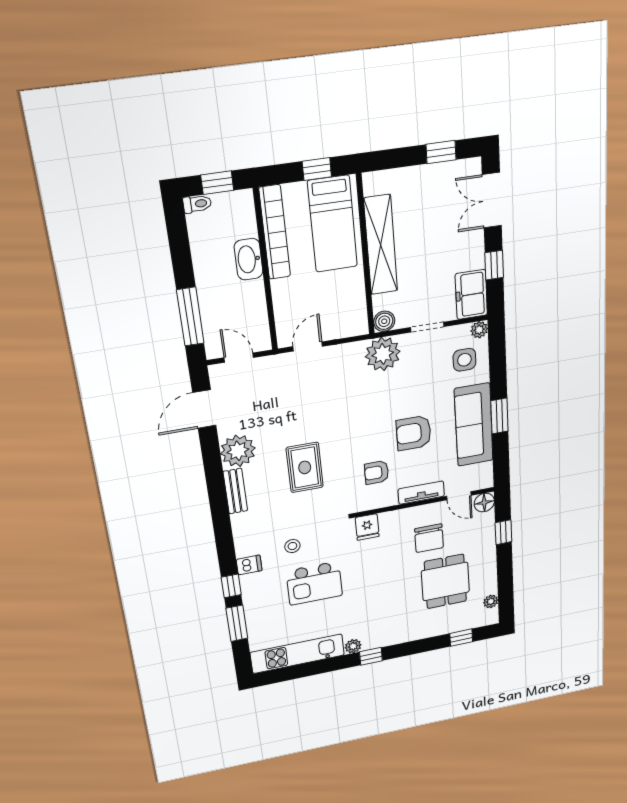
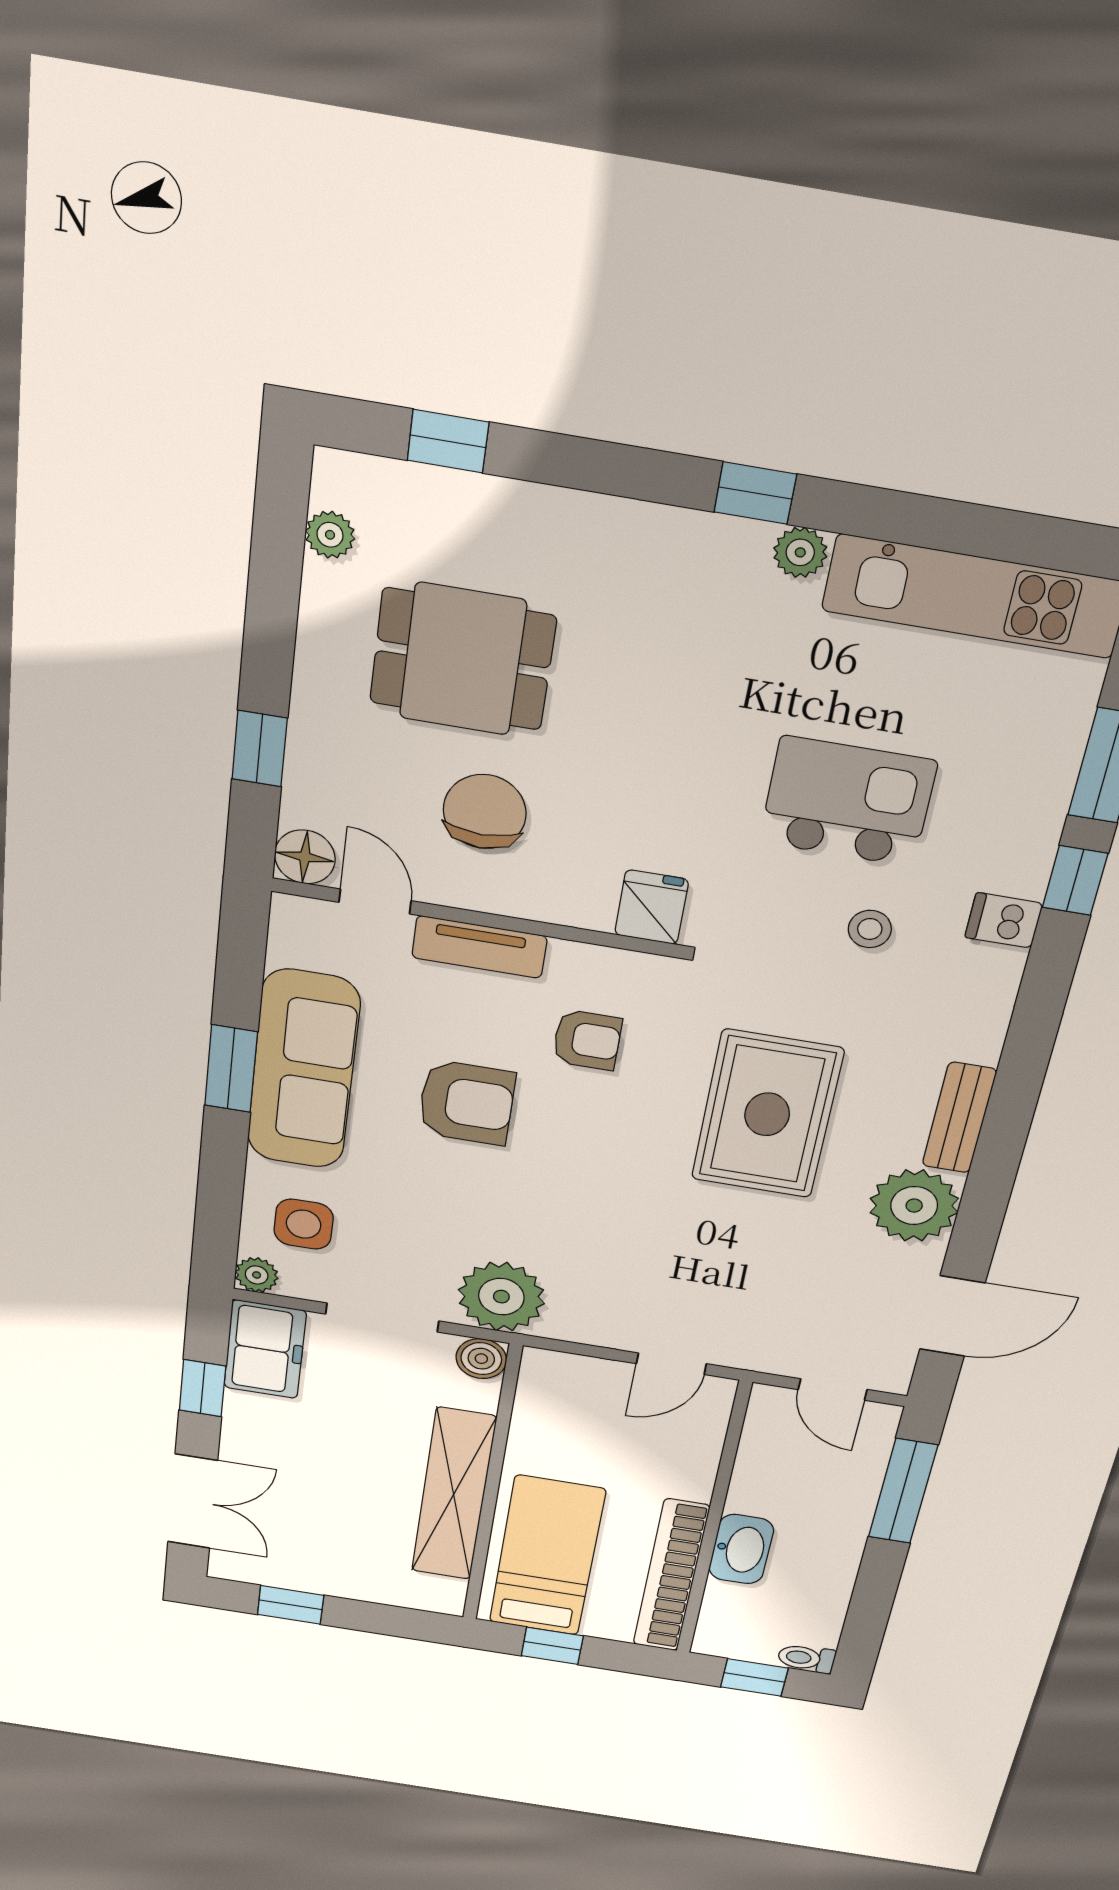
doorway: (427, 327) -> (382, 1318), width x1.38
rug: (305, 467) -> (767, 1114), width x1.36, depth x1.43
dining table: (445, 581) -> (463, 659), turned 90

